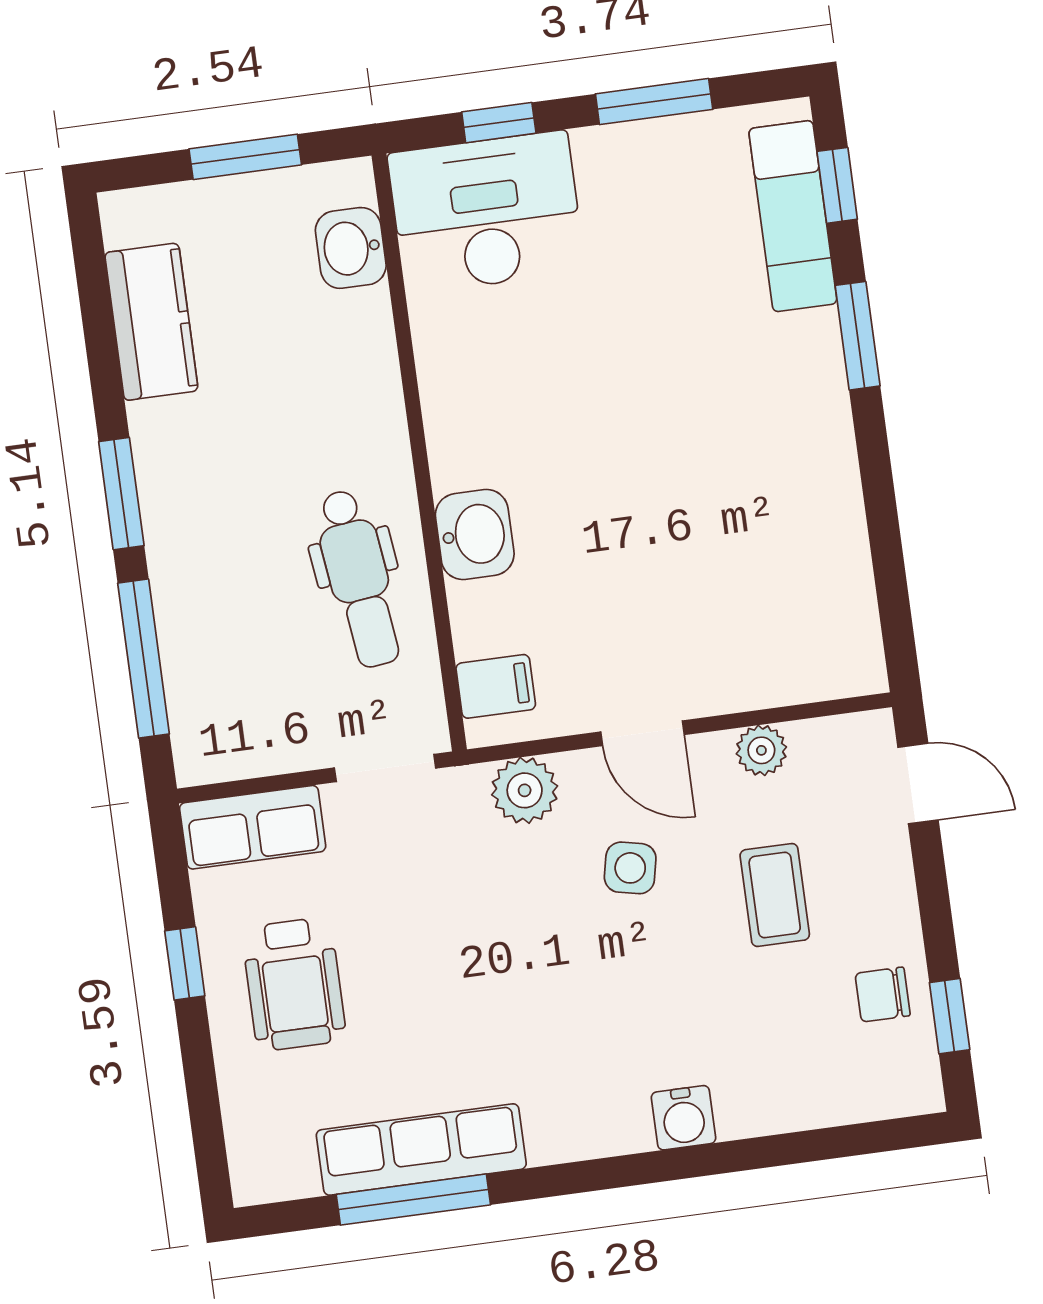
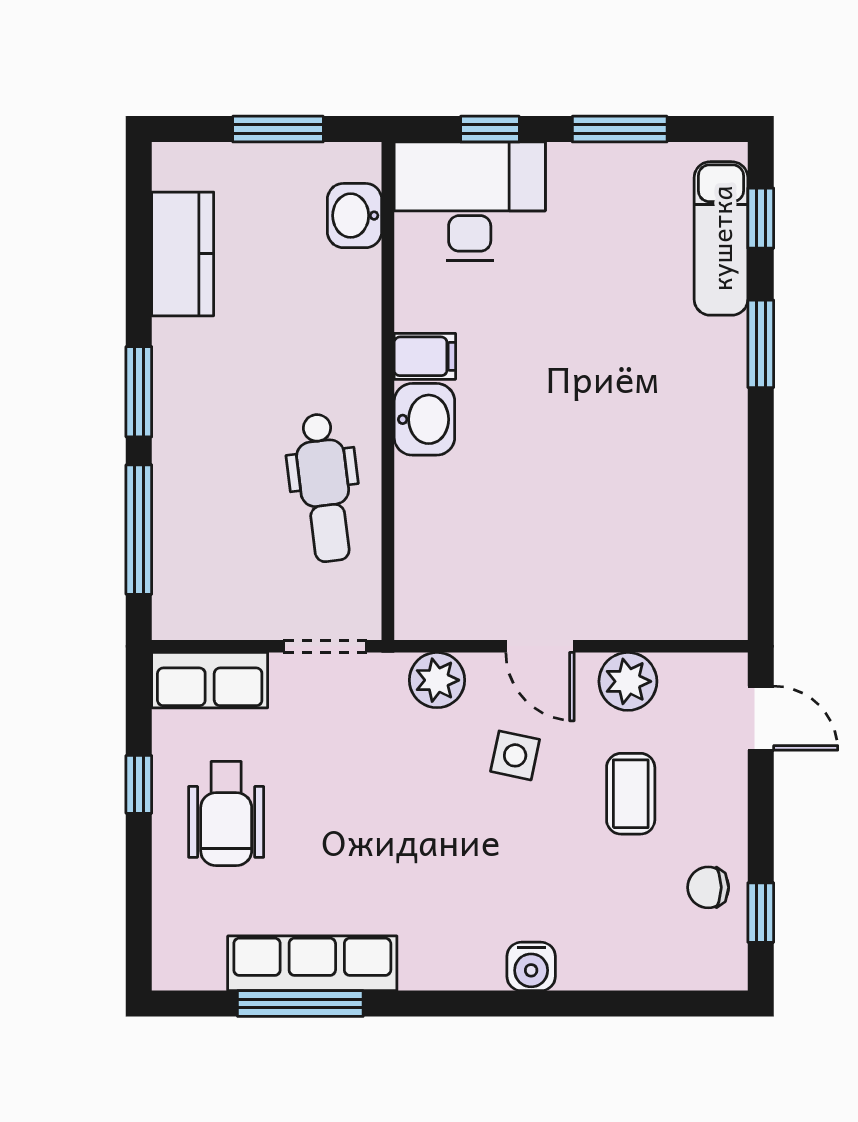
washbasin: (475, 535) -> (424, 419), moved
filing cabinet: (496, 686) -> (425, 356), moved
plant: (761, 750) -> (628, 681), width x1.38, depth x1.38

